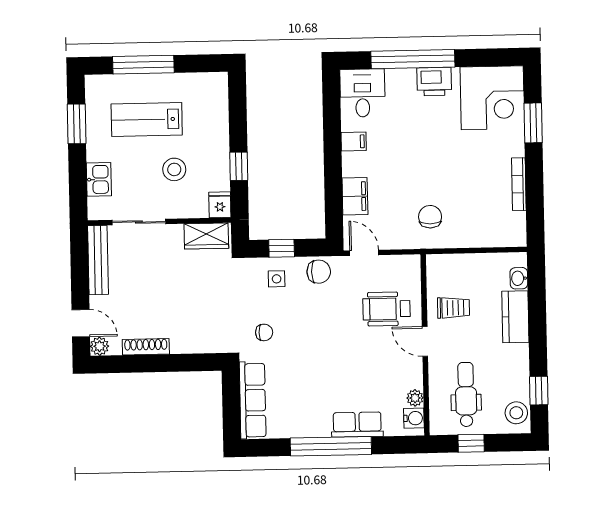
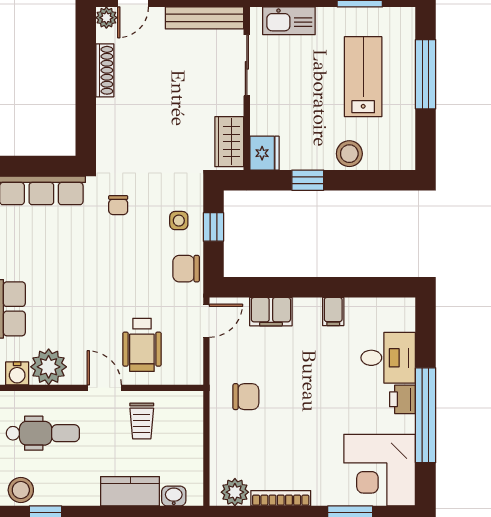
window: (413, 59) -> (426, 415), moved
printer: (434, 82) -> (403, 399), width x0.73, depth x0.81
desk: (362, 93) -> (388, 358), moved
stool: (174, 169) -> (349, 154), moved
kitchen sink: (99, 179) -> (289, 21), width x1.38
fridge: (220, 205) -> (264, 153), width x1.38
plant: (514, 225) -> (235, 492), added
chair: (319, 272) -> (186, 269), turned 90
wheelchair: (387, 309) -> (142, 345), turned 180
door: (425, 341) -> (104, 388), hinge flipped
plant: (415, 398) -> (49, 367), width x1.87, depth x1.87

